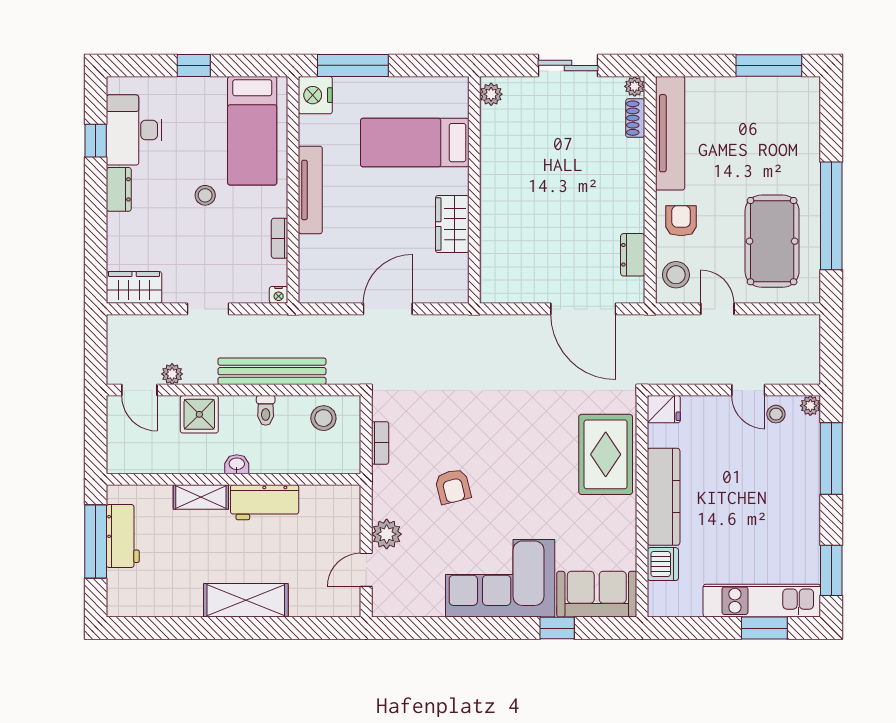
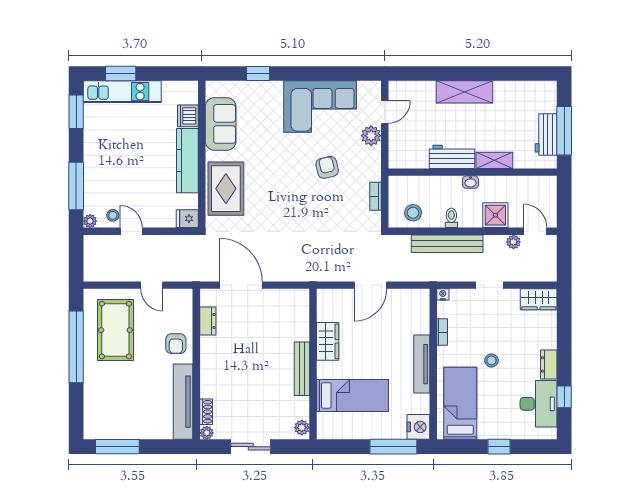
bench: (491, 183) -> (302, 369), added
stool: (676, 275) -> (179, 308), removed
corner sofa: (500, 578) -> (320, 106), moved
sofa: (597, 594) -> (221, 124), moved, turned -90

